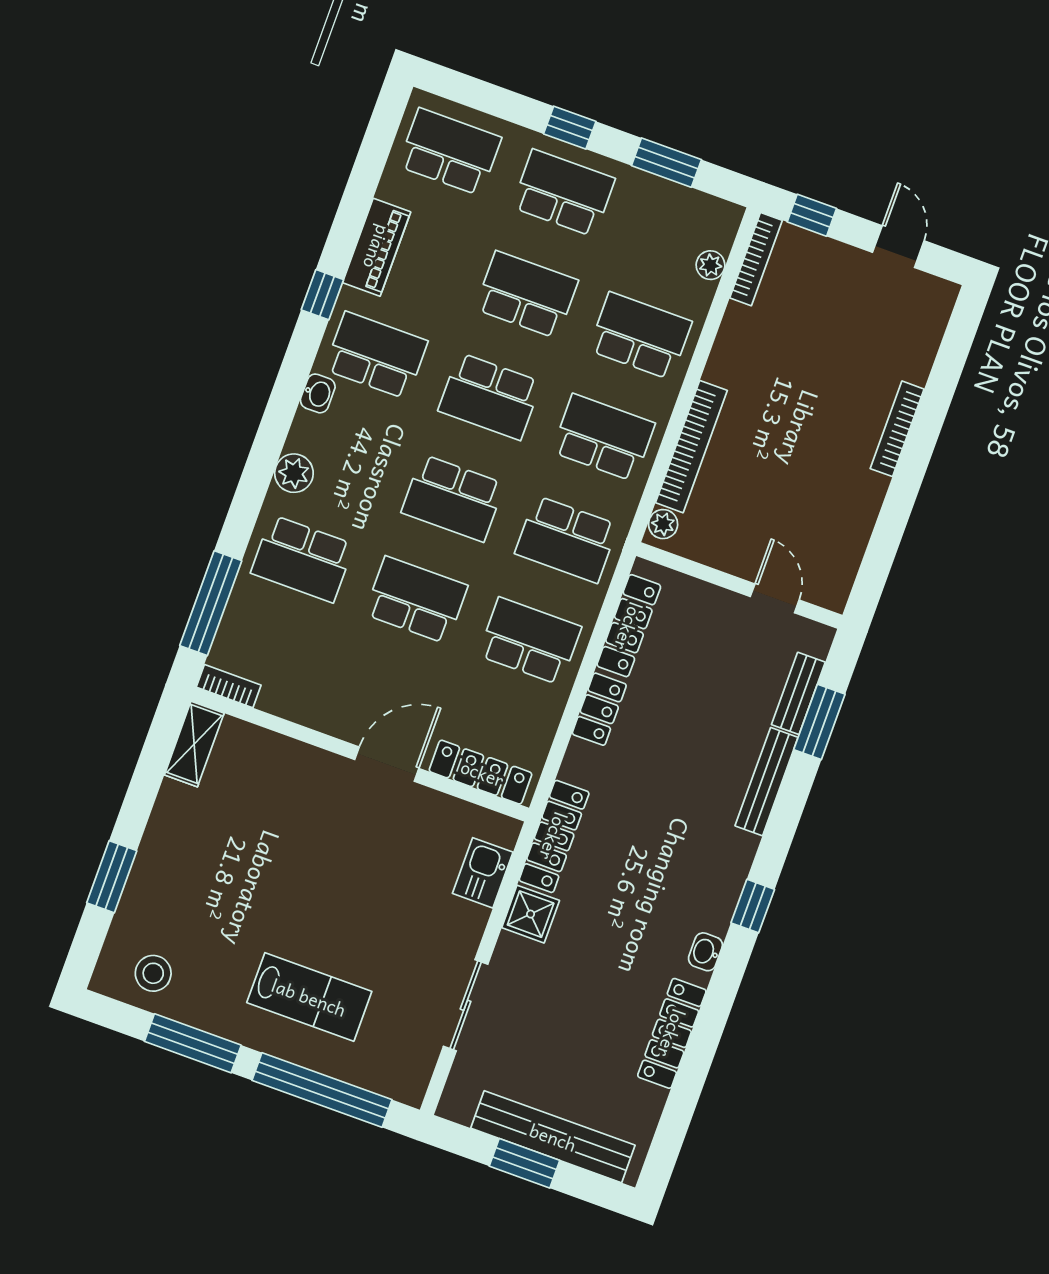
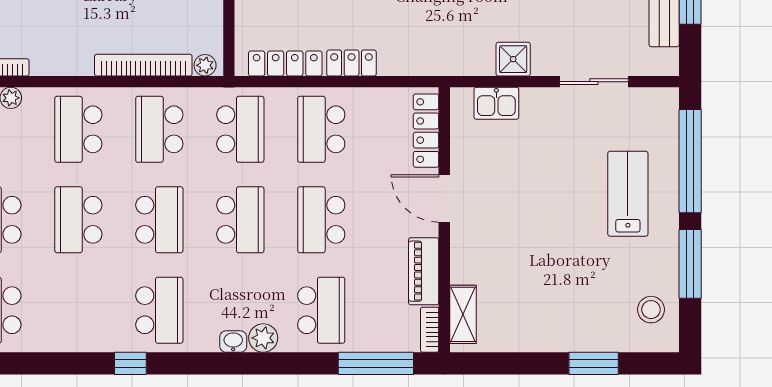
piano: (377, 247) -> (424, 271), moved, turned -90
school desk: (376, 355) -> (159, 310), turned 180
washbasin: (318, 393) -> (233, 342), moved
shelving: (194, 744) -> (463, 314), moved, turned 90
locker: (554, 836) -> (453, 62), removed

